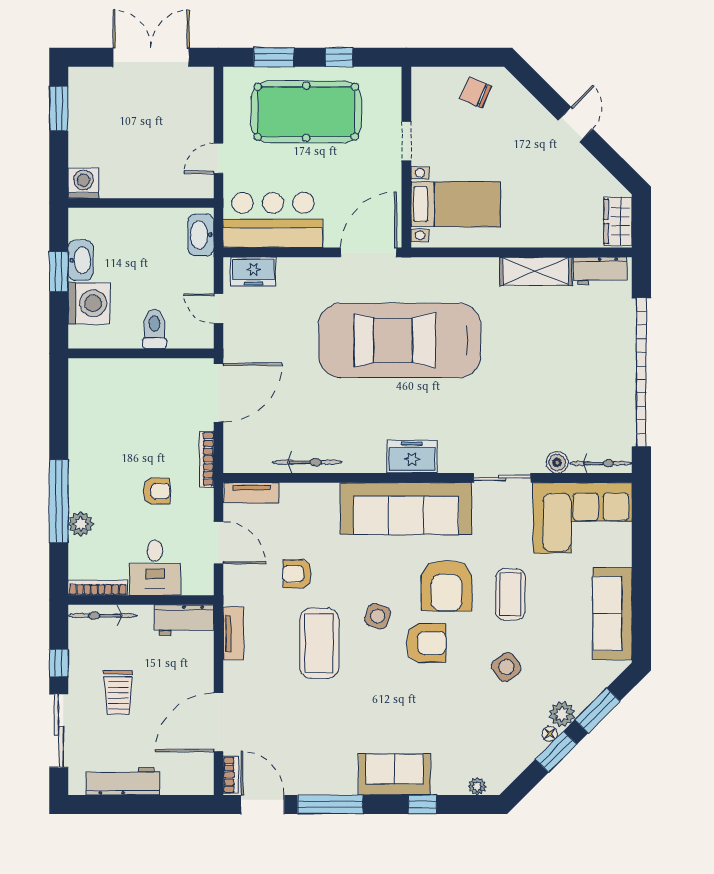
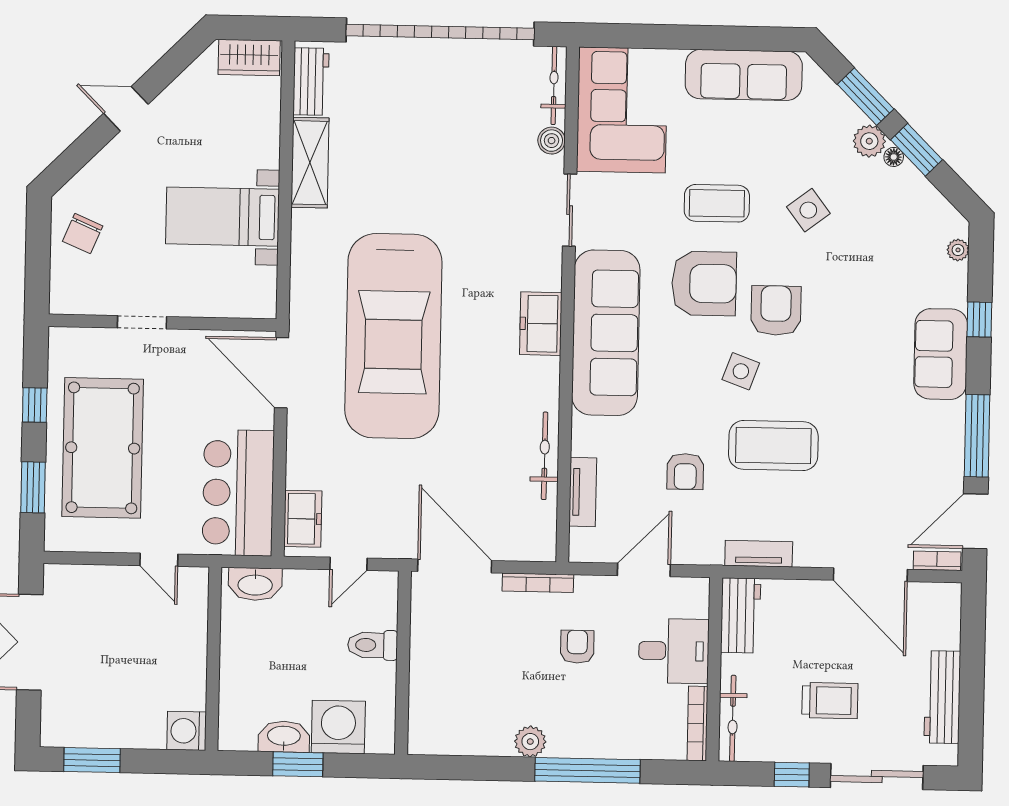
bed with nightstands: (456, 204) -> (223, 217), moved, turned -90
tv unit: (251, 493) -> (583, 492), moved
plant: (81, 524) -> (530, 742), moved

